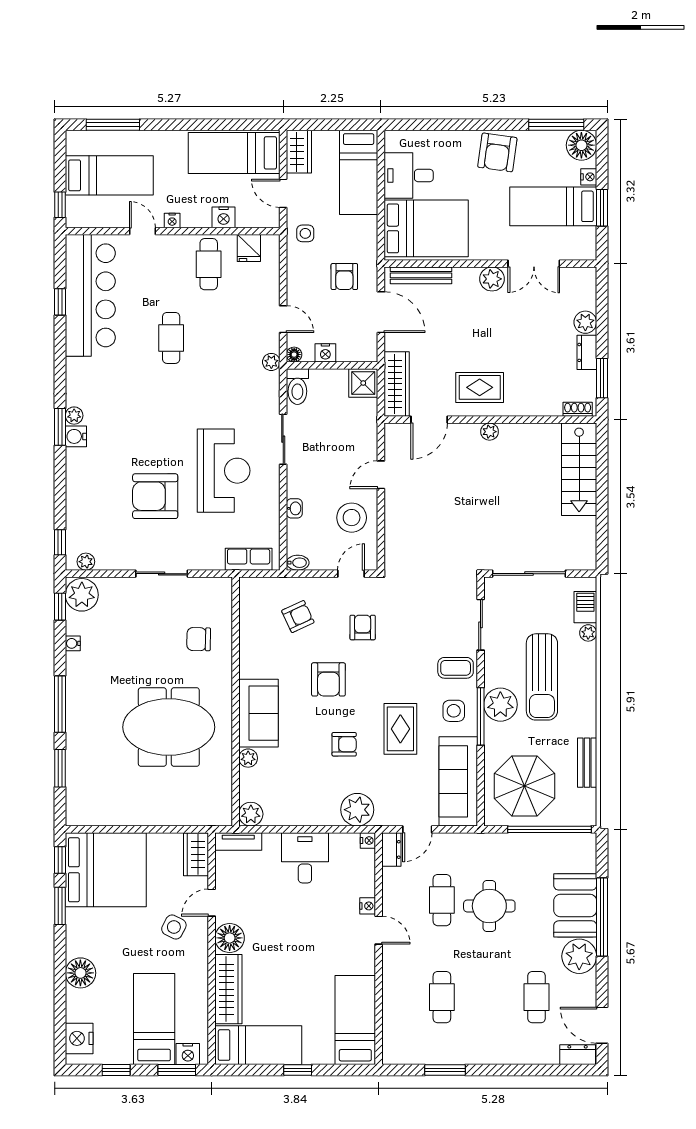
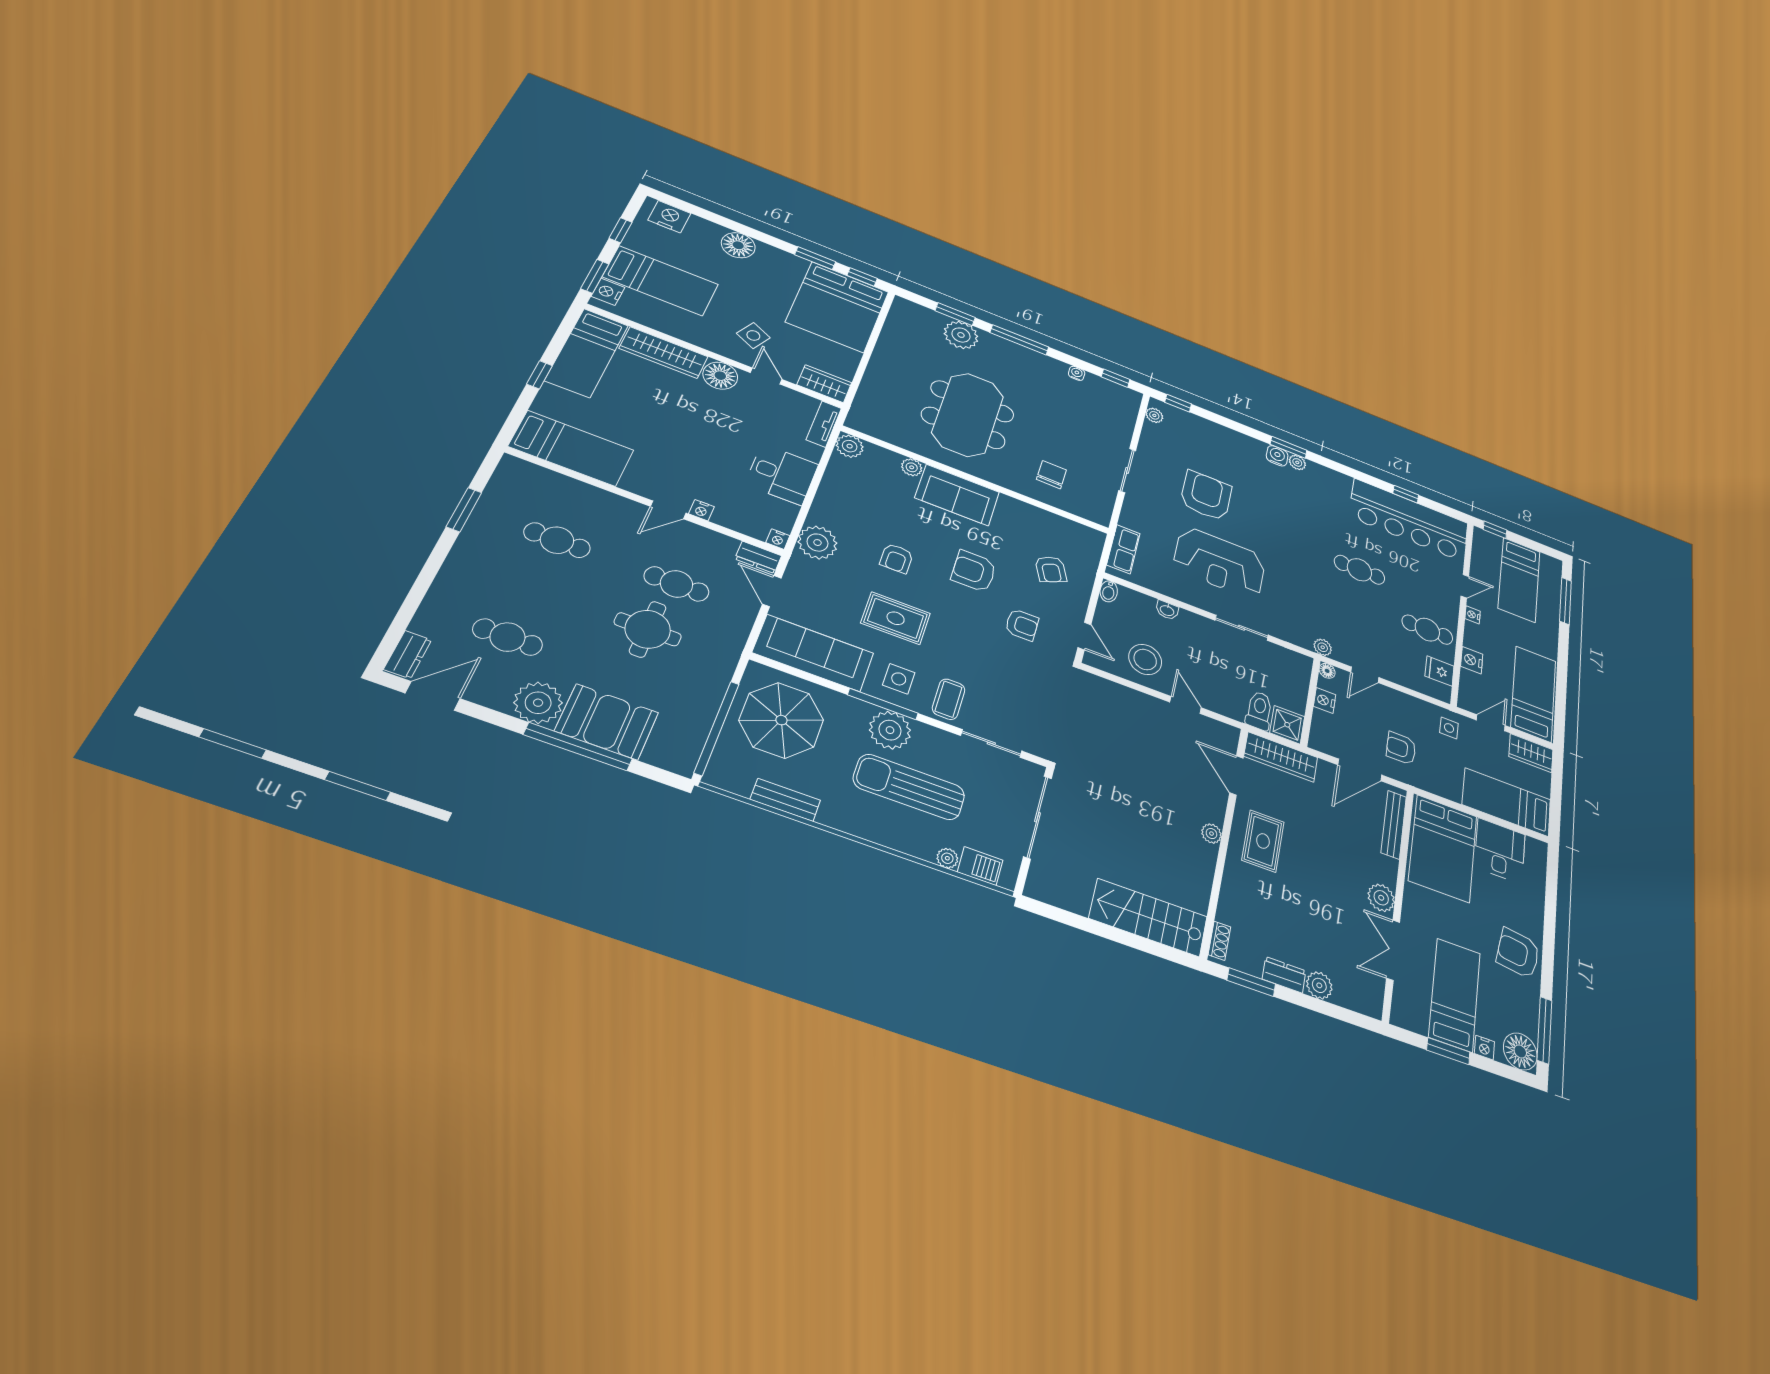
toilet: (297, 387) -> (1259, 710), moved, turned 90
plant: (82, 595) -> (961, 335), moved

